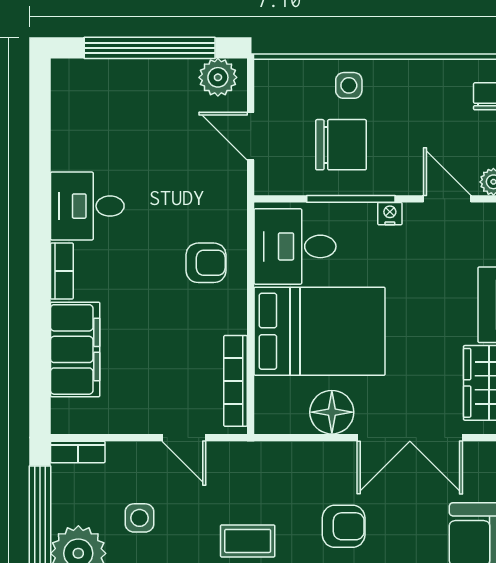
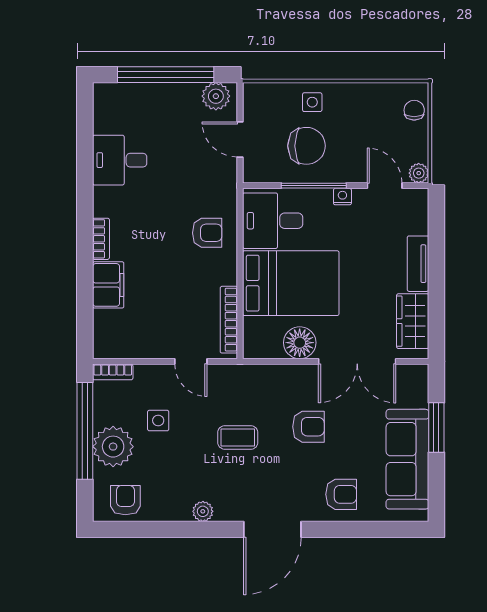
desk: (87, 206) -> (120, 160), moved
filing cabinet: (75, 349) -> (108, 285), width x0.67, depth x0.86

